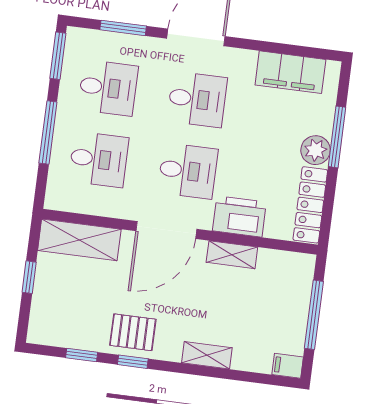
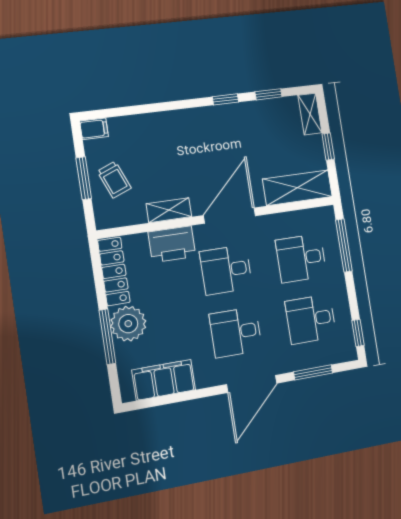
window: (58, 56) -> (358, 333), width x0.67
window: (48, 133) -> (344, 246), moved
plant: (316, 150) -> (128, 324), width x1.36, depth x1.36
trolley: (282, 304) -> (114, 180), added
window: (314, 315) -> (84, 178), width x0.69
pallet: (133, 332) -> (232, 124), removed
shelving: (207, 355) -> (310, 114), moved, turned 90

